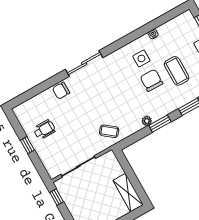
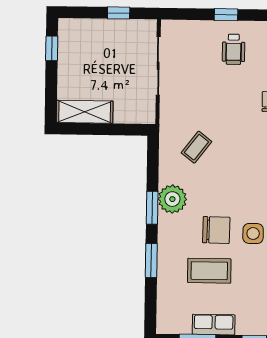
plant: (147, 121) -> (172, 199), width x1.87, depth x1.87
coffee table: (109, 131) -> (196, 147), moved
window: (57, 197) -> (119, 13), moved

